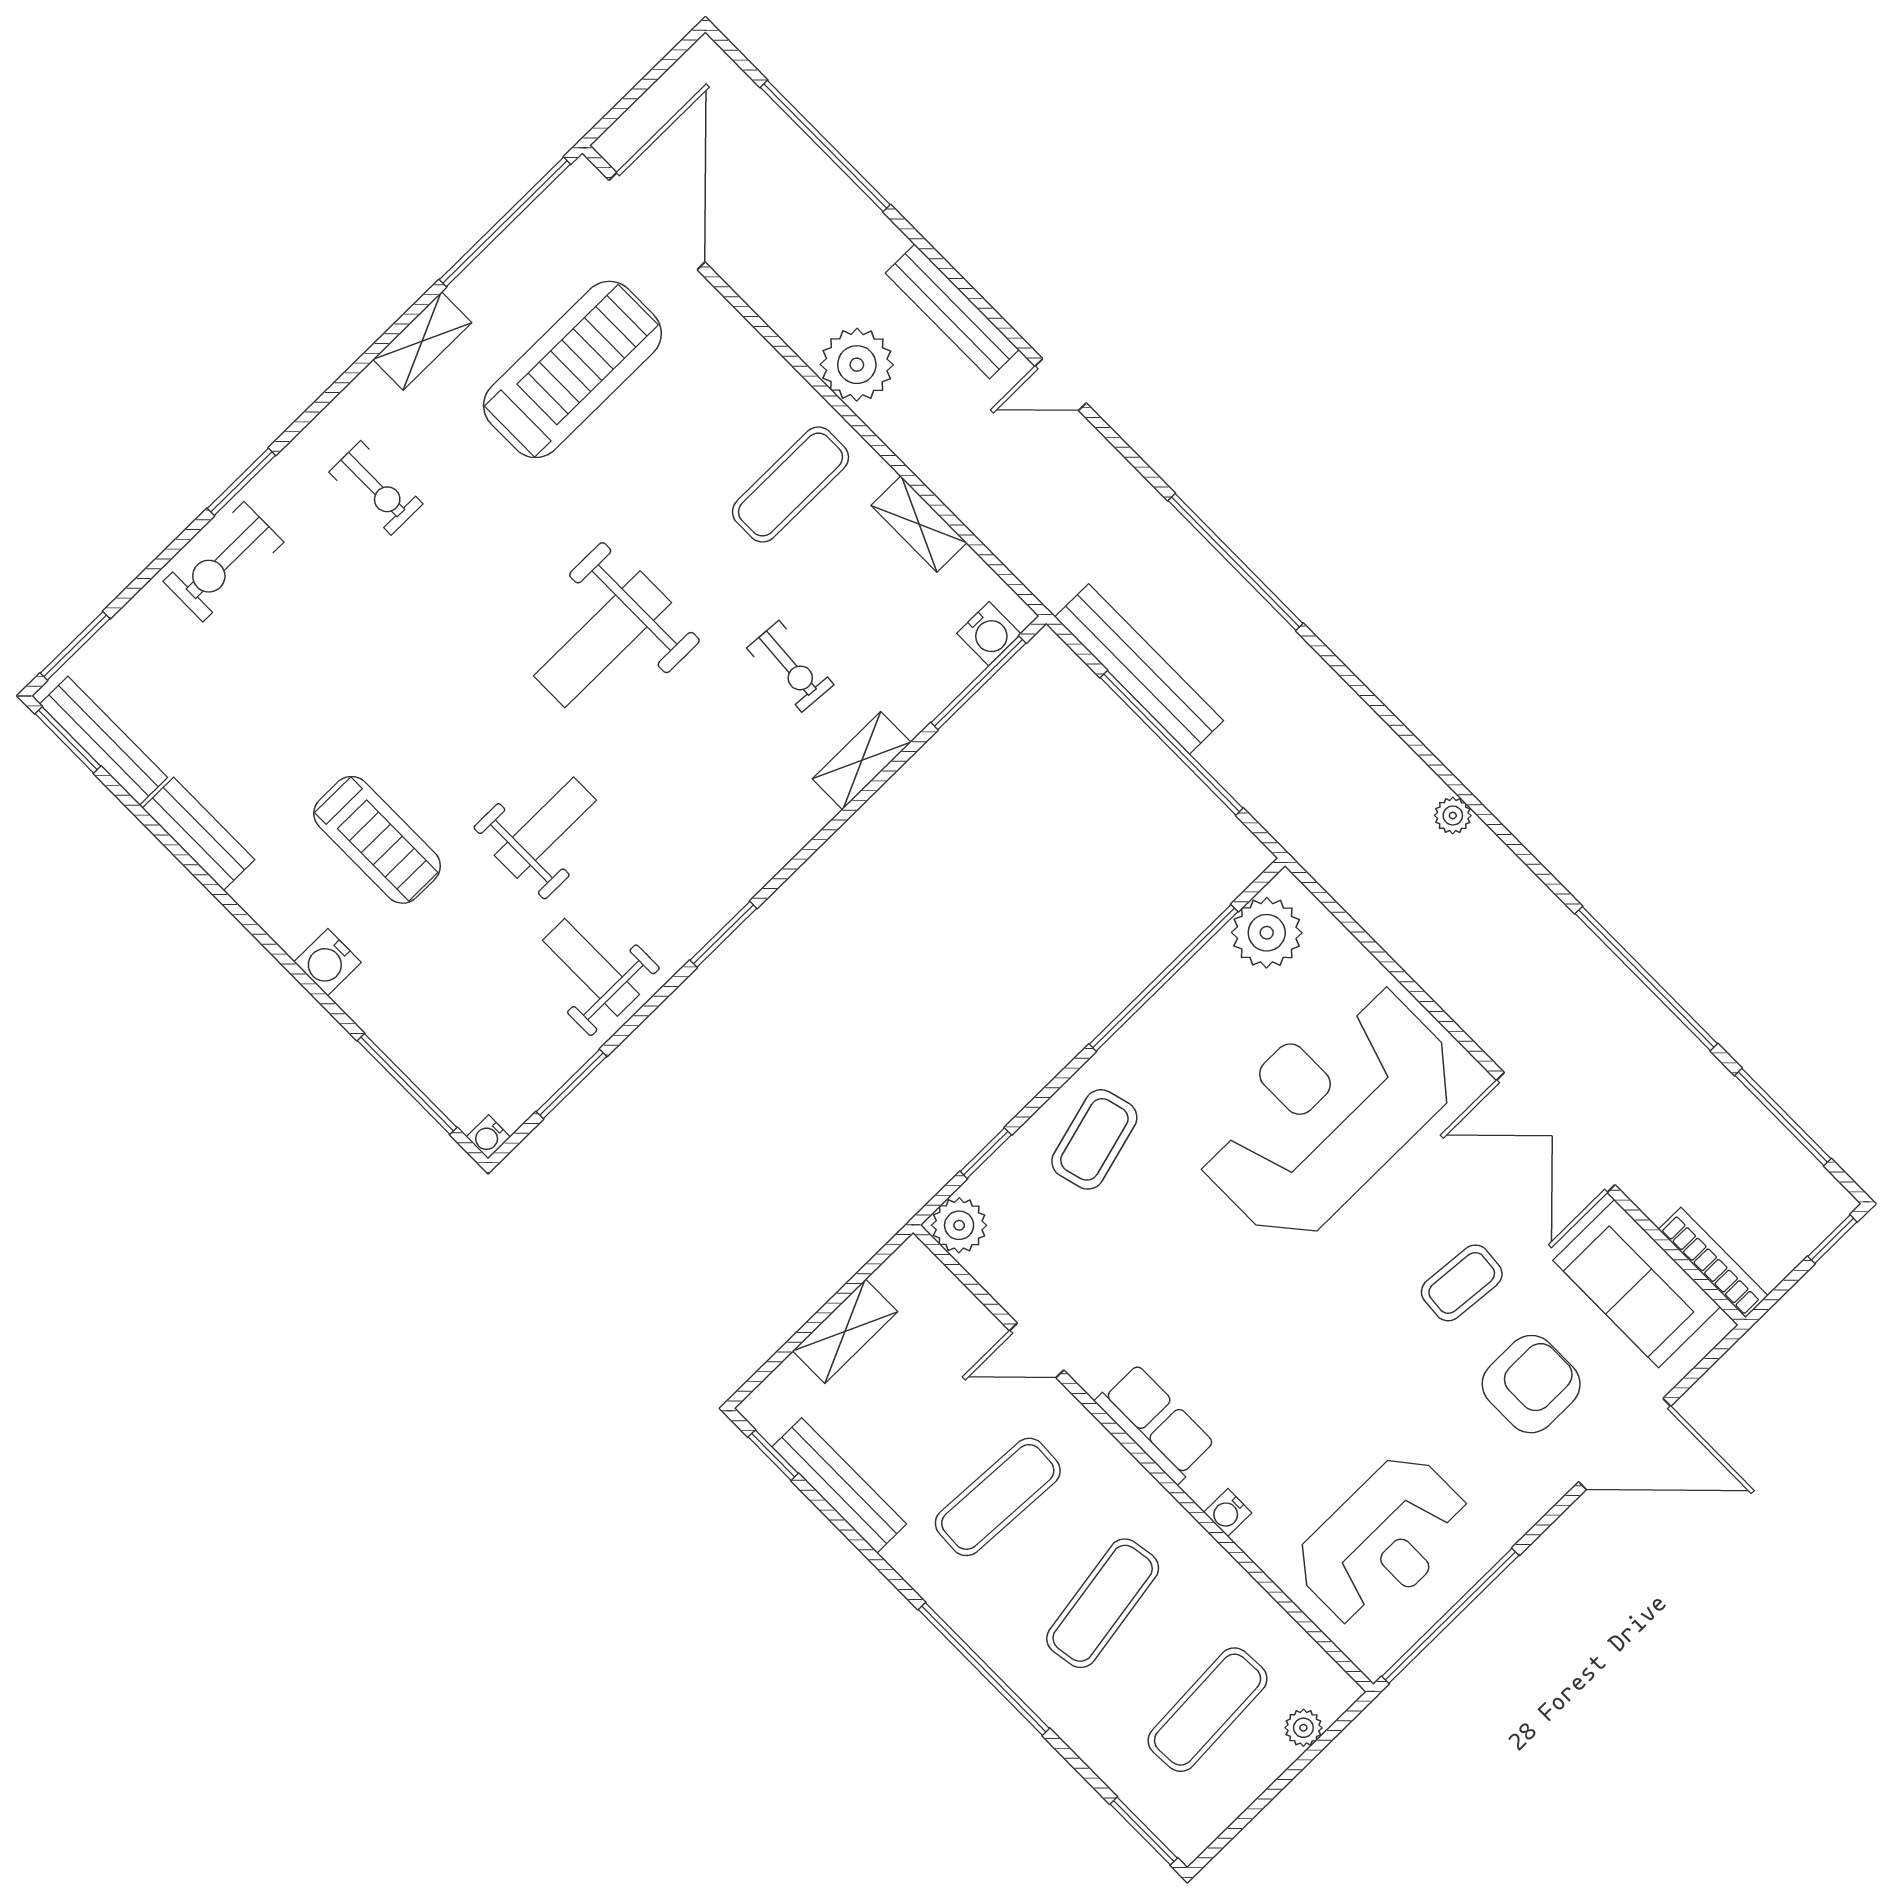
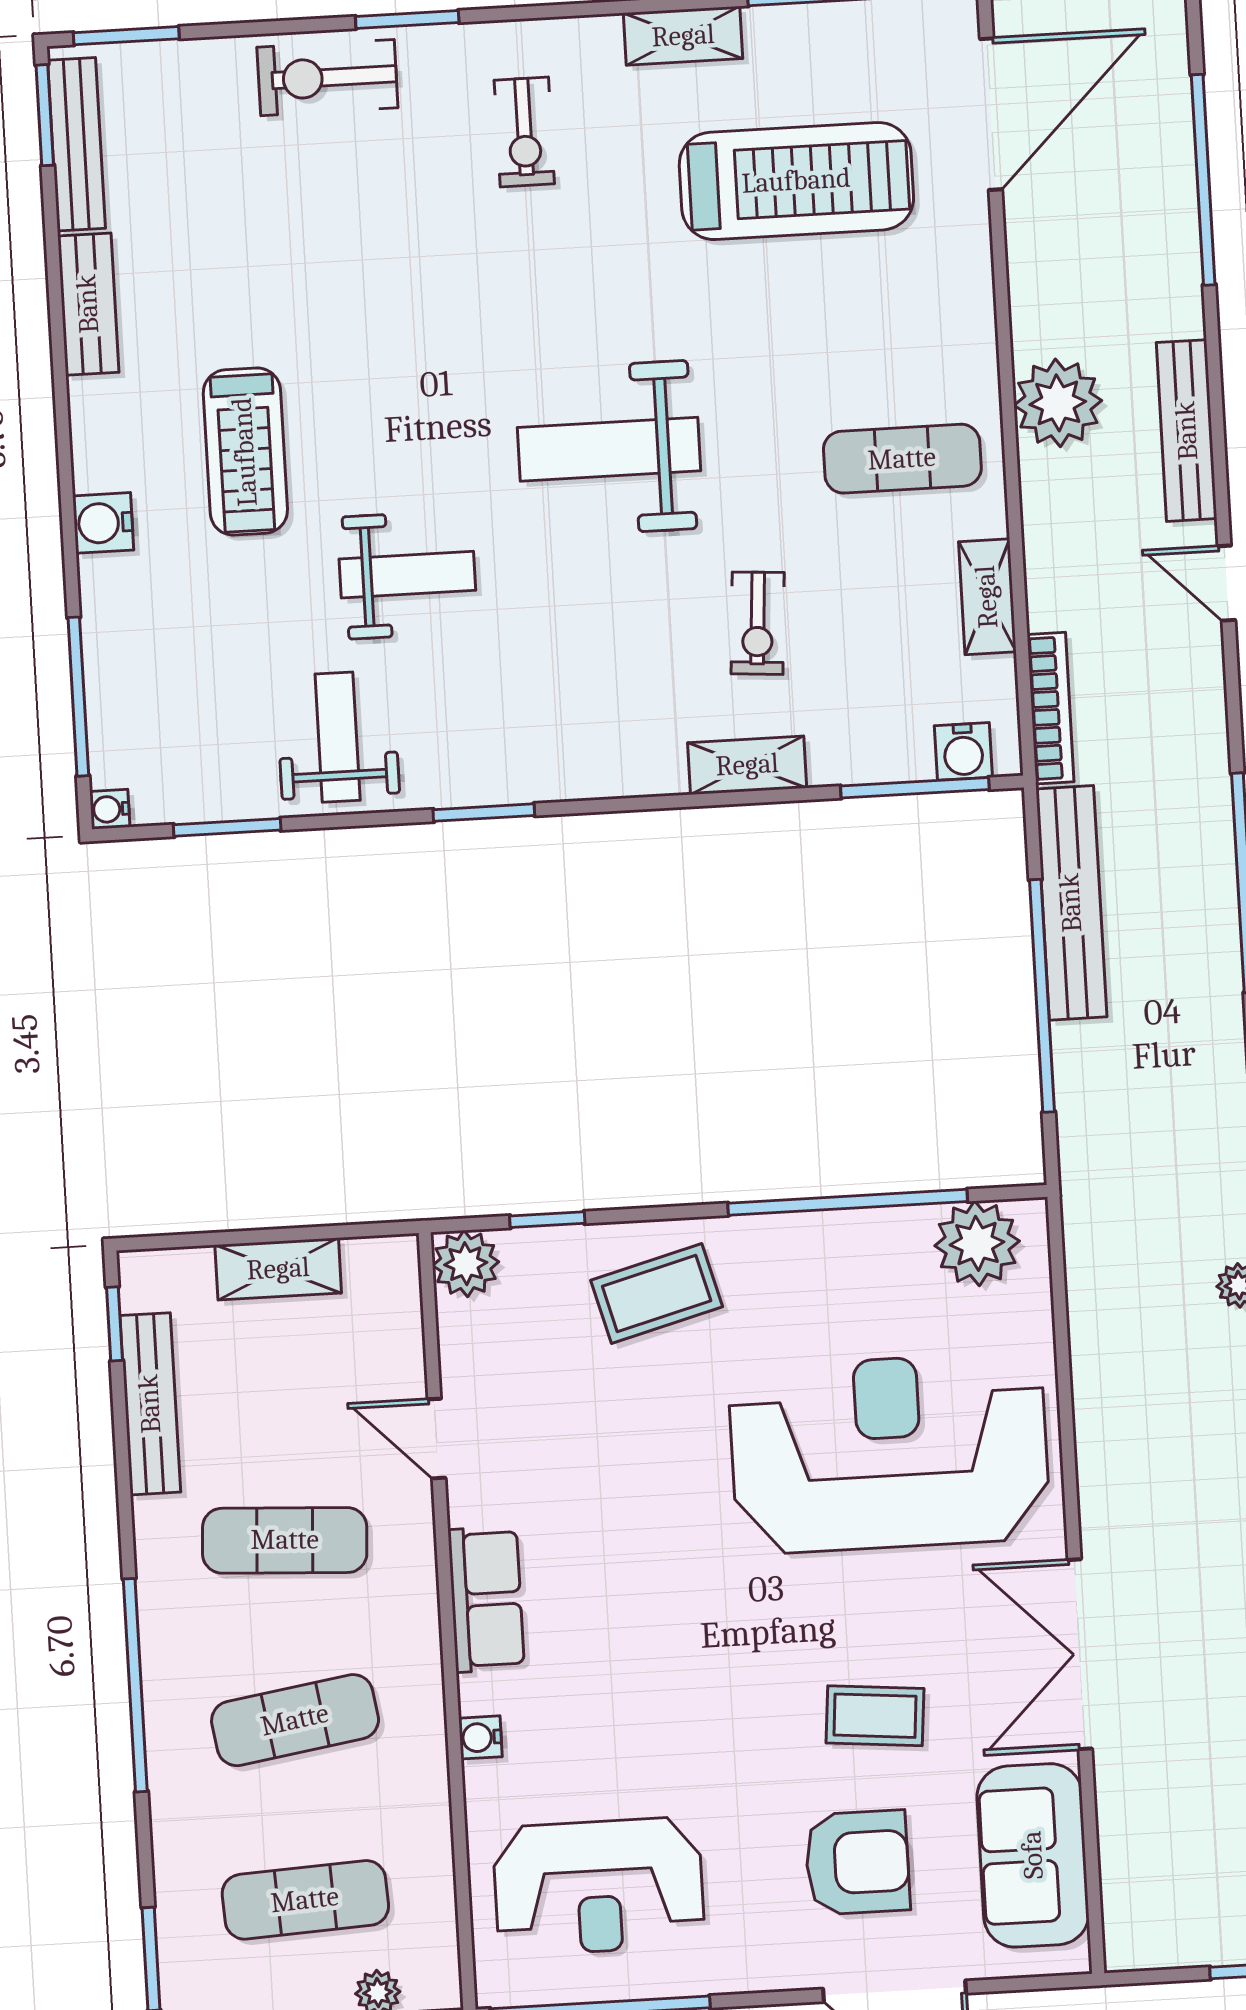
bookcase: (1713, 1262) -> (1050, 708), moved

